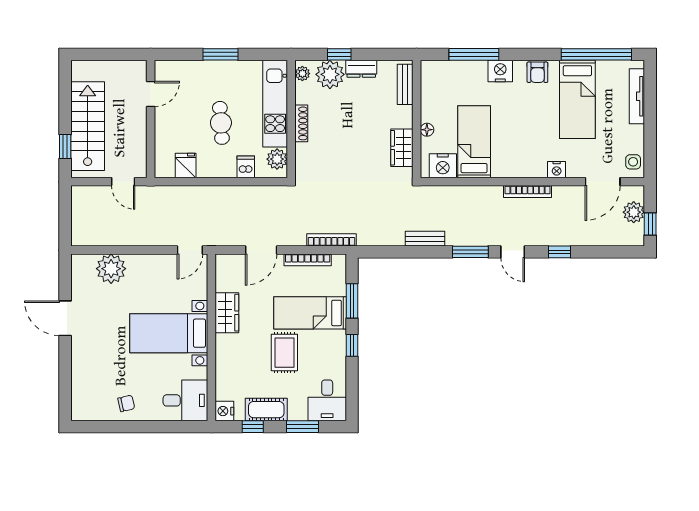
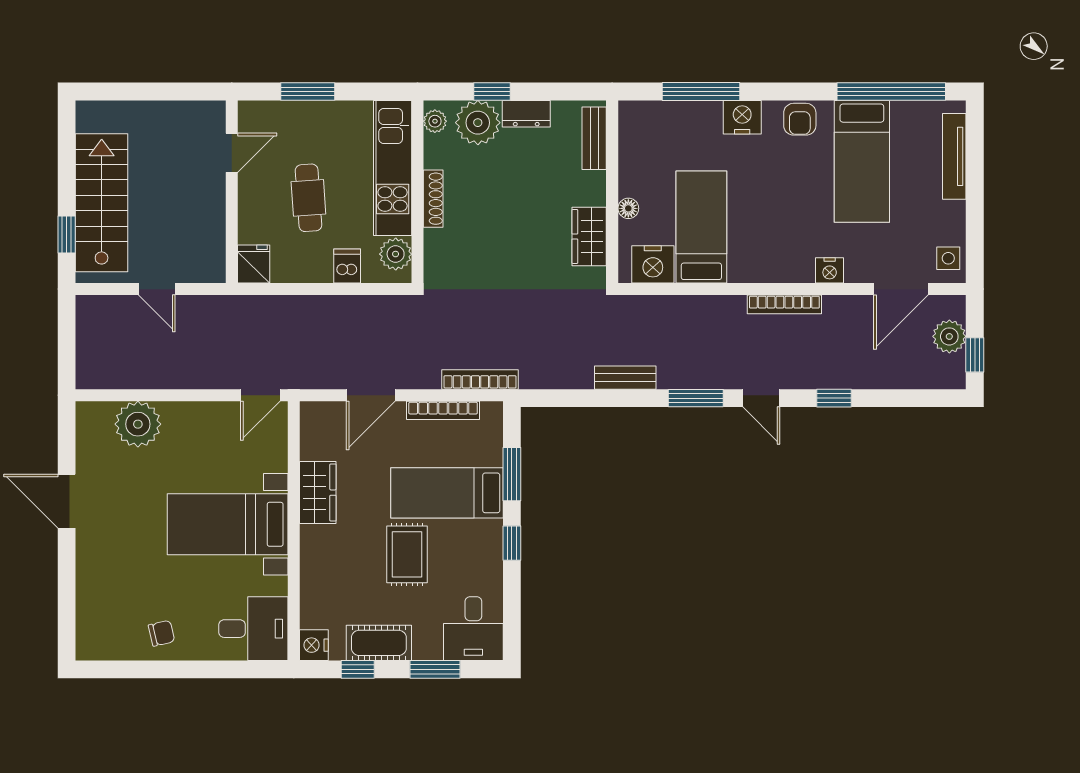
door: (151, 94) -> (232, 153), moved
wall: (151, 119) -> (232, 192), moved

